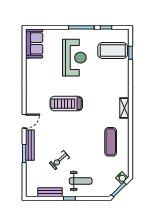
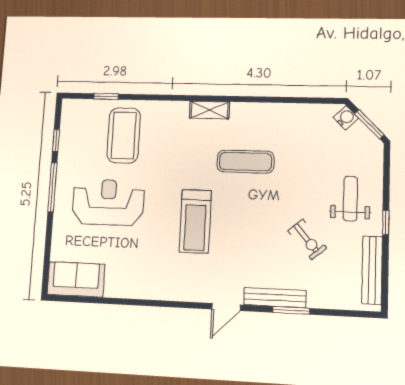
coffee table: (113, 50) -> (124, 135), moved
door: (24, 121) -> (226, 307), swing flipped
exercise mat: (111, 142) -> (245, 162), moved
bench: (50, 192) -> (372, 270), width x1.36

